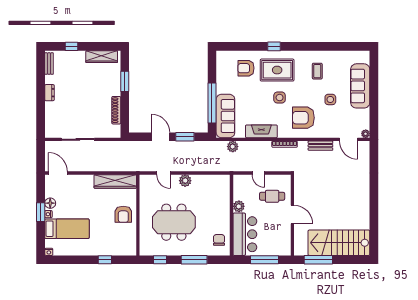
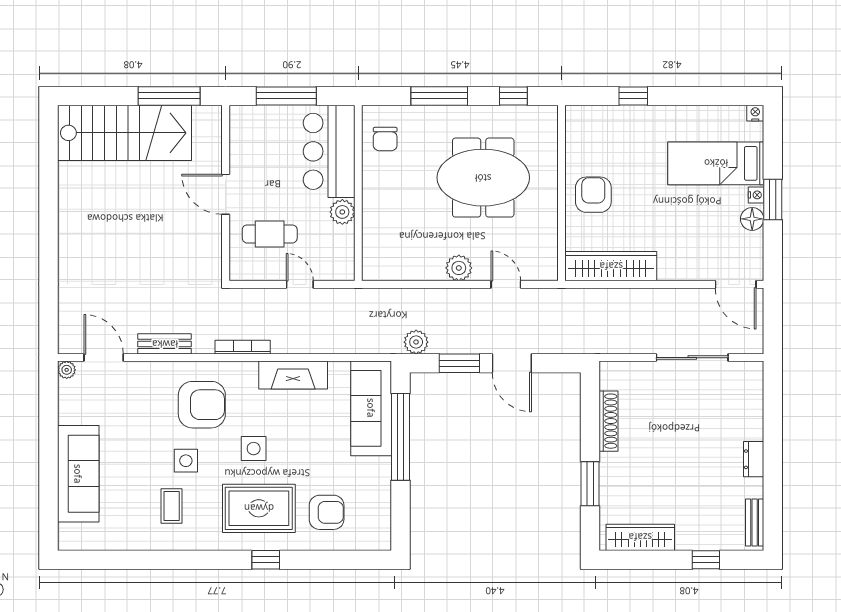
side table: (330, 99) -> (186, 461), moved
plant: (233, 147) -> (416, 342), moved

